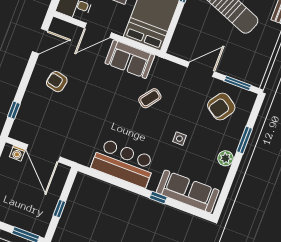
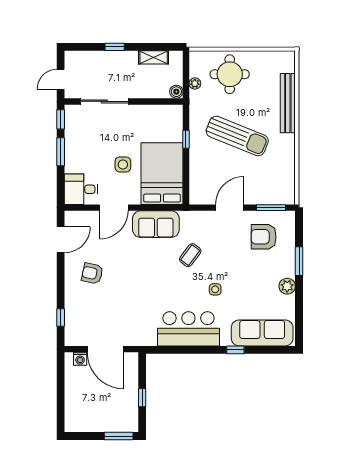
armchair: (221, 107) -> (264, 237), turned 56
side table: (179, 139) -> (215, 289), moved

